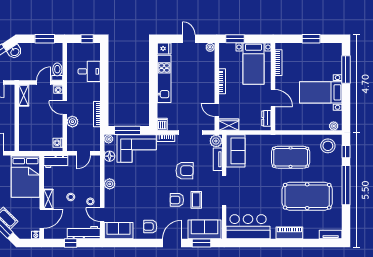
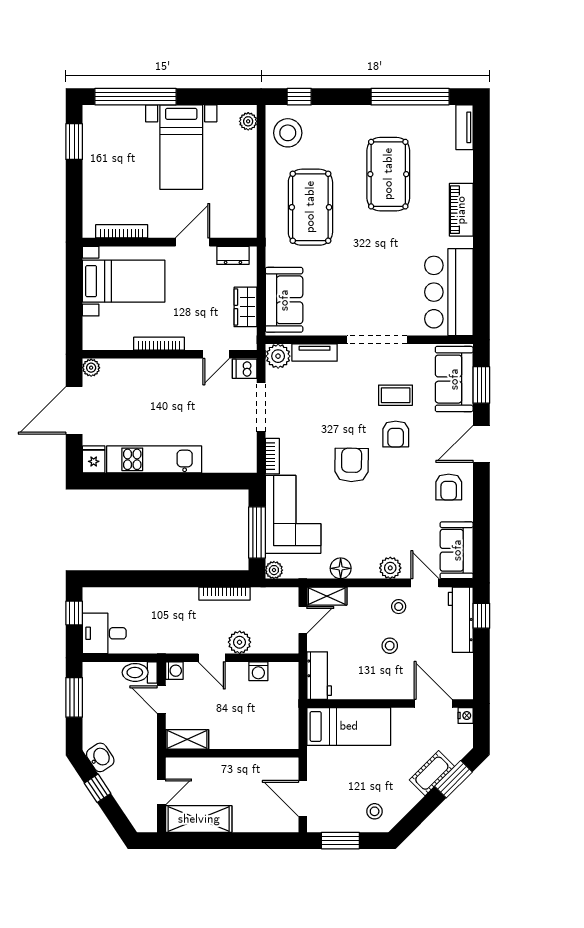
door: (189, 39) -> (74, 410), width x1.88
window: (235, 39) -> (74, 318), removed
window: (311, 39) -> (74, 142), moved
window: (346, 70) -> (135, 97), width x1.46
desk: (89, 71) -> (104, 633), moved, turned -90
door: (65, 108) -> (212, 658), hinge flipped
dishwasher: (162, 124) -> (245, 369), moved
wardrobe: (229, 125) -> (246, 307), moved
washing machine: (58, 143) -> (258, 671), moved
sofa: (236, 151) -> (284, 300), moved, turned 90
door: (84, 153) -> (303, 620), hinge flipped
floor lamp: (110, 156) -> (341, 568), moved
armchair: (185, 171) -> (352, 465), moved
bed: (25, 176) -> (349, 726), width x0.67
plant: (110, 184) -> (390, 568), moved
window: (346, 185) -> (410, 97), moved
pool table: (307, 196) -> (388, 174), width x0.73, depth x0.76
shelving: (48, 199) -> (327, 596), moved
door: (102, 215) -> (425, 583), swing flipped
window: (71, 243) -> (481, 616), moved
door: (172, 243) -> (481, 444), hinge flipped

